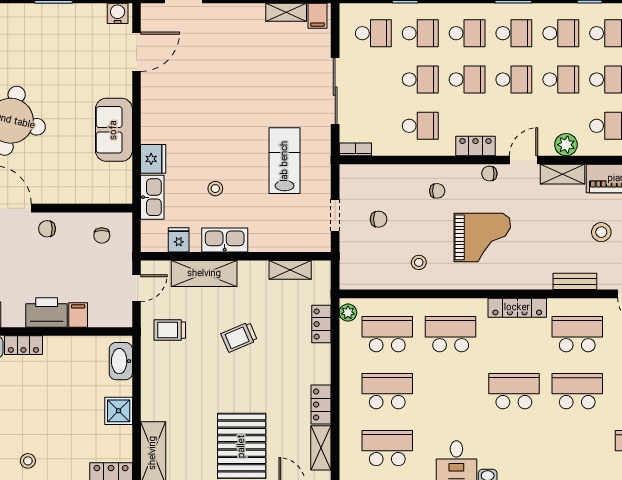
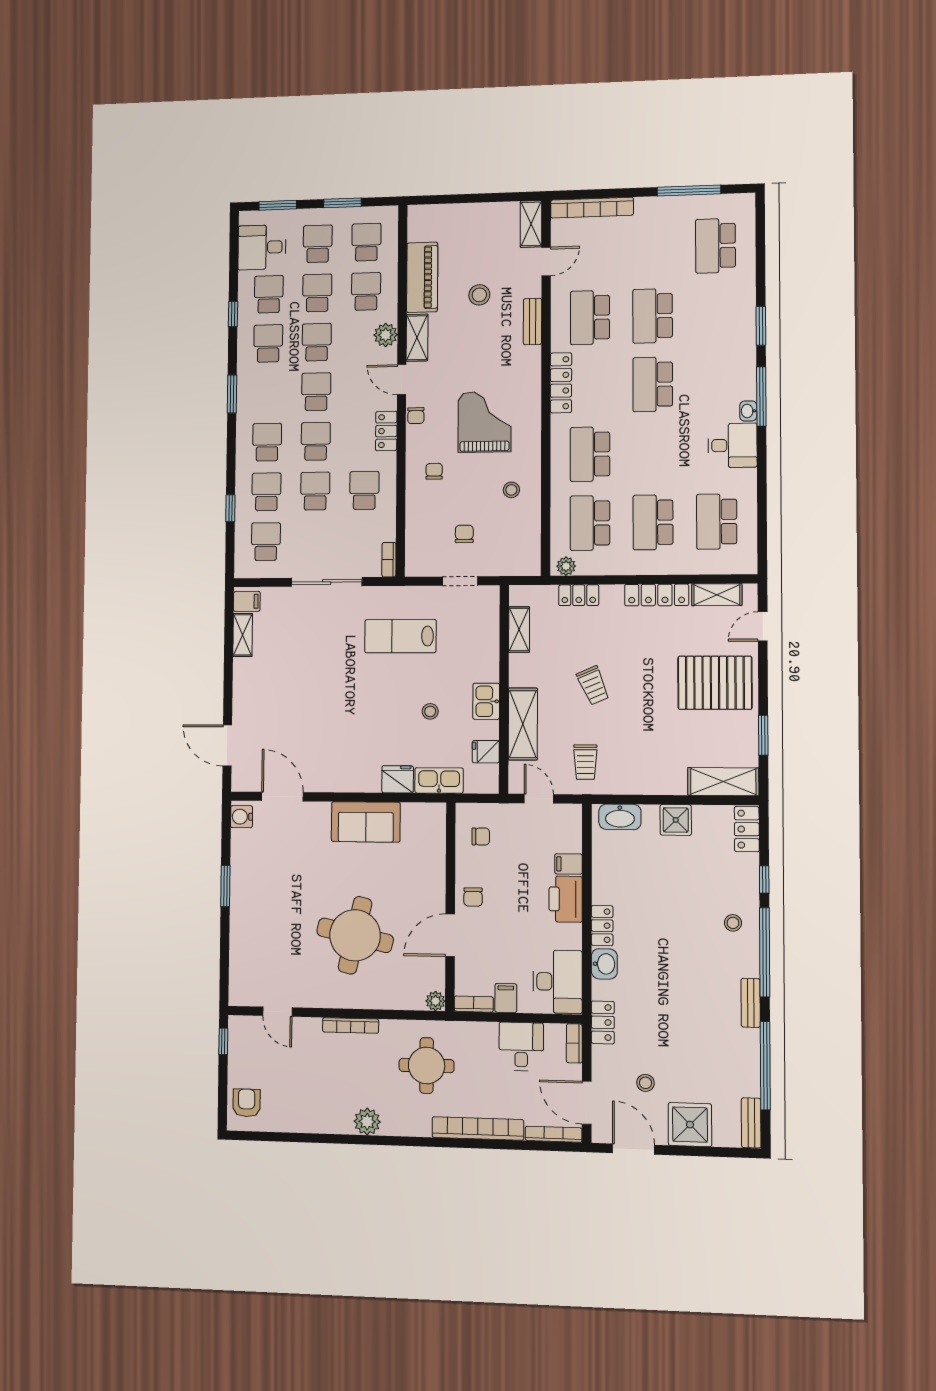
school desk: (514, 33) -> (268, 393), removed
kitchen sink: (225, 240) -> (486, 701), width x0.73
locker: (321, 405) -> (657, 595), width x1.53

